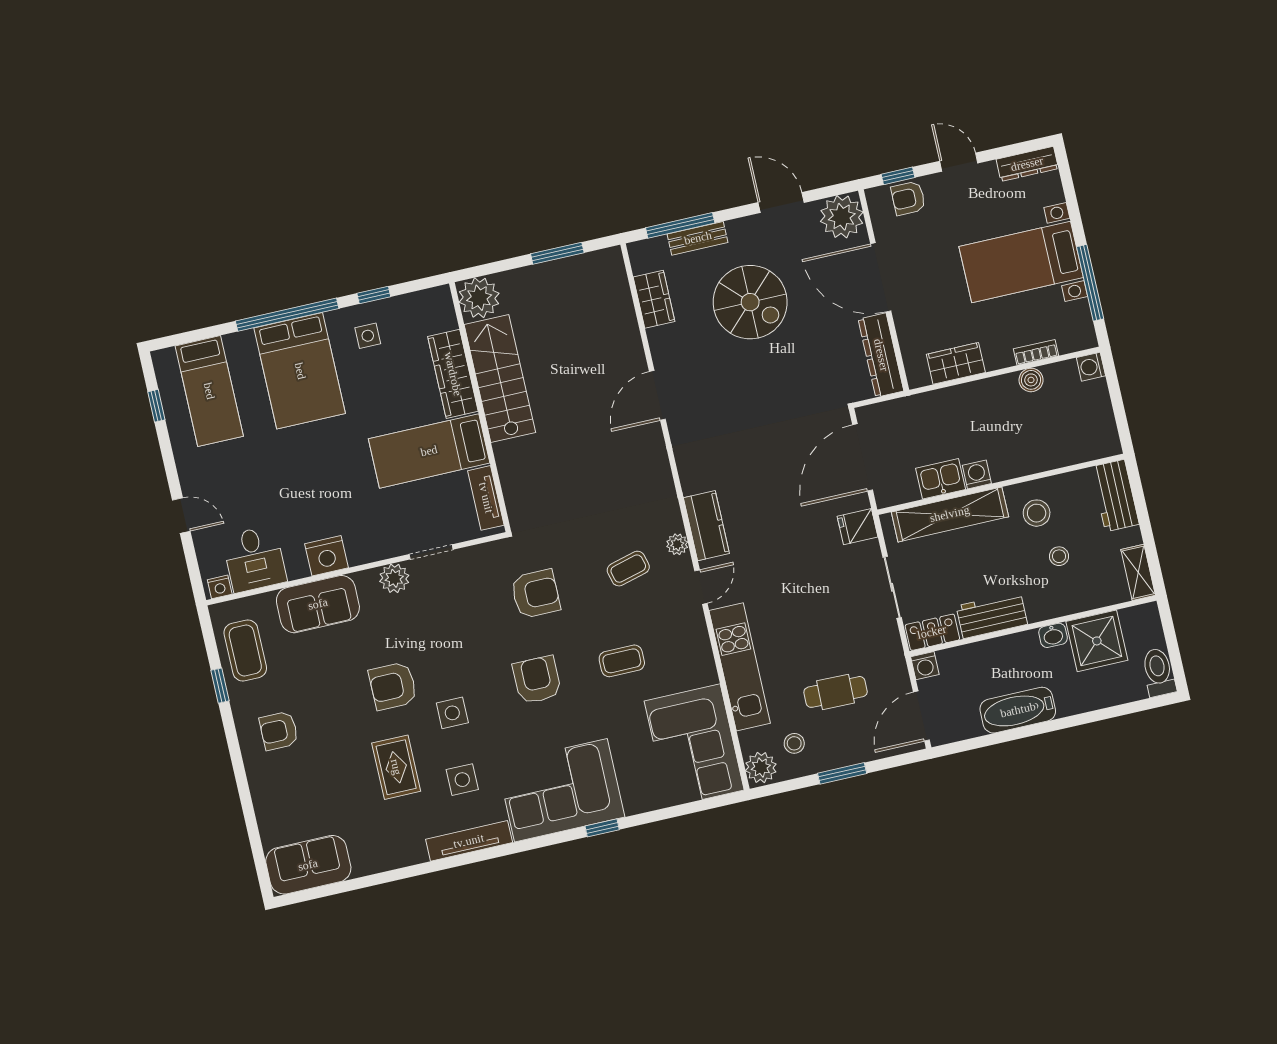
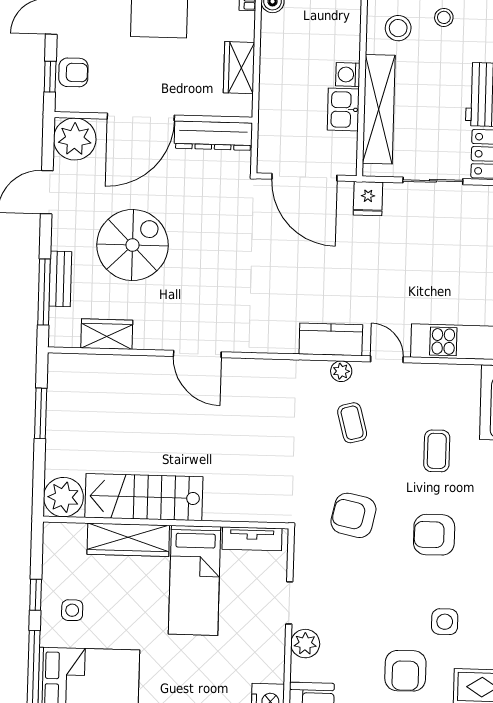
armchair: (908, 198) -> (73, 72), turned -90
armchair: (536, 594) -> (353, 515), turned -78

